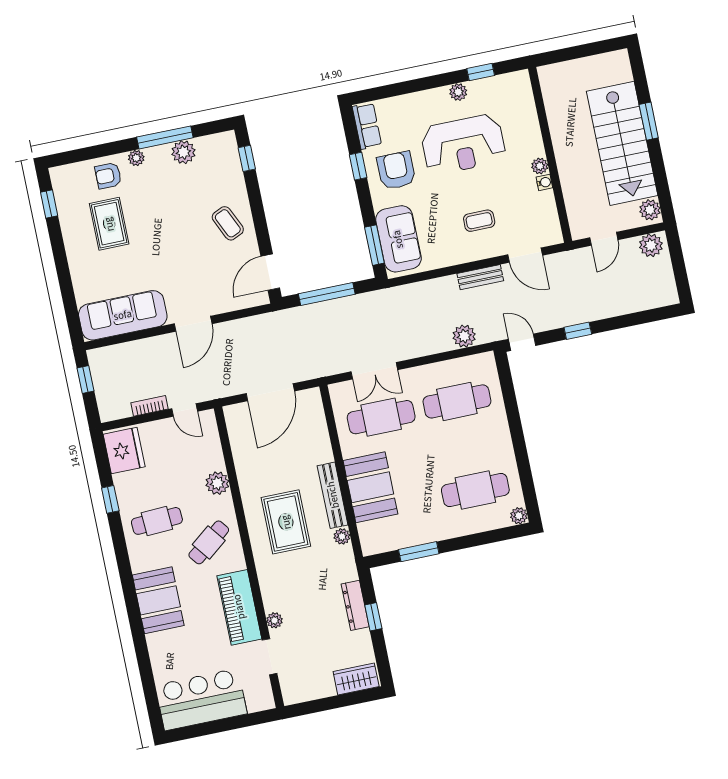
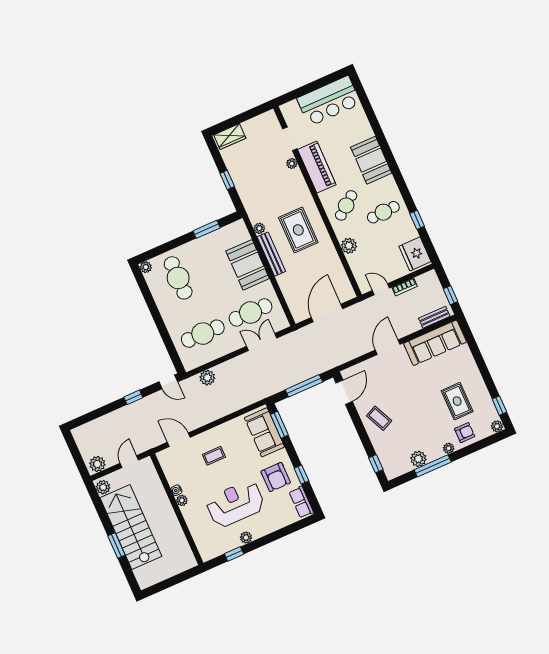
plant: (59, 175) -> (497, 426), added
bench: (480, 277) -> (434, 317), moved
cafe table: (475, 490) -> (178, 278), turned 90
dresser: (355, 605) -> (241, 185), removed

